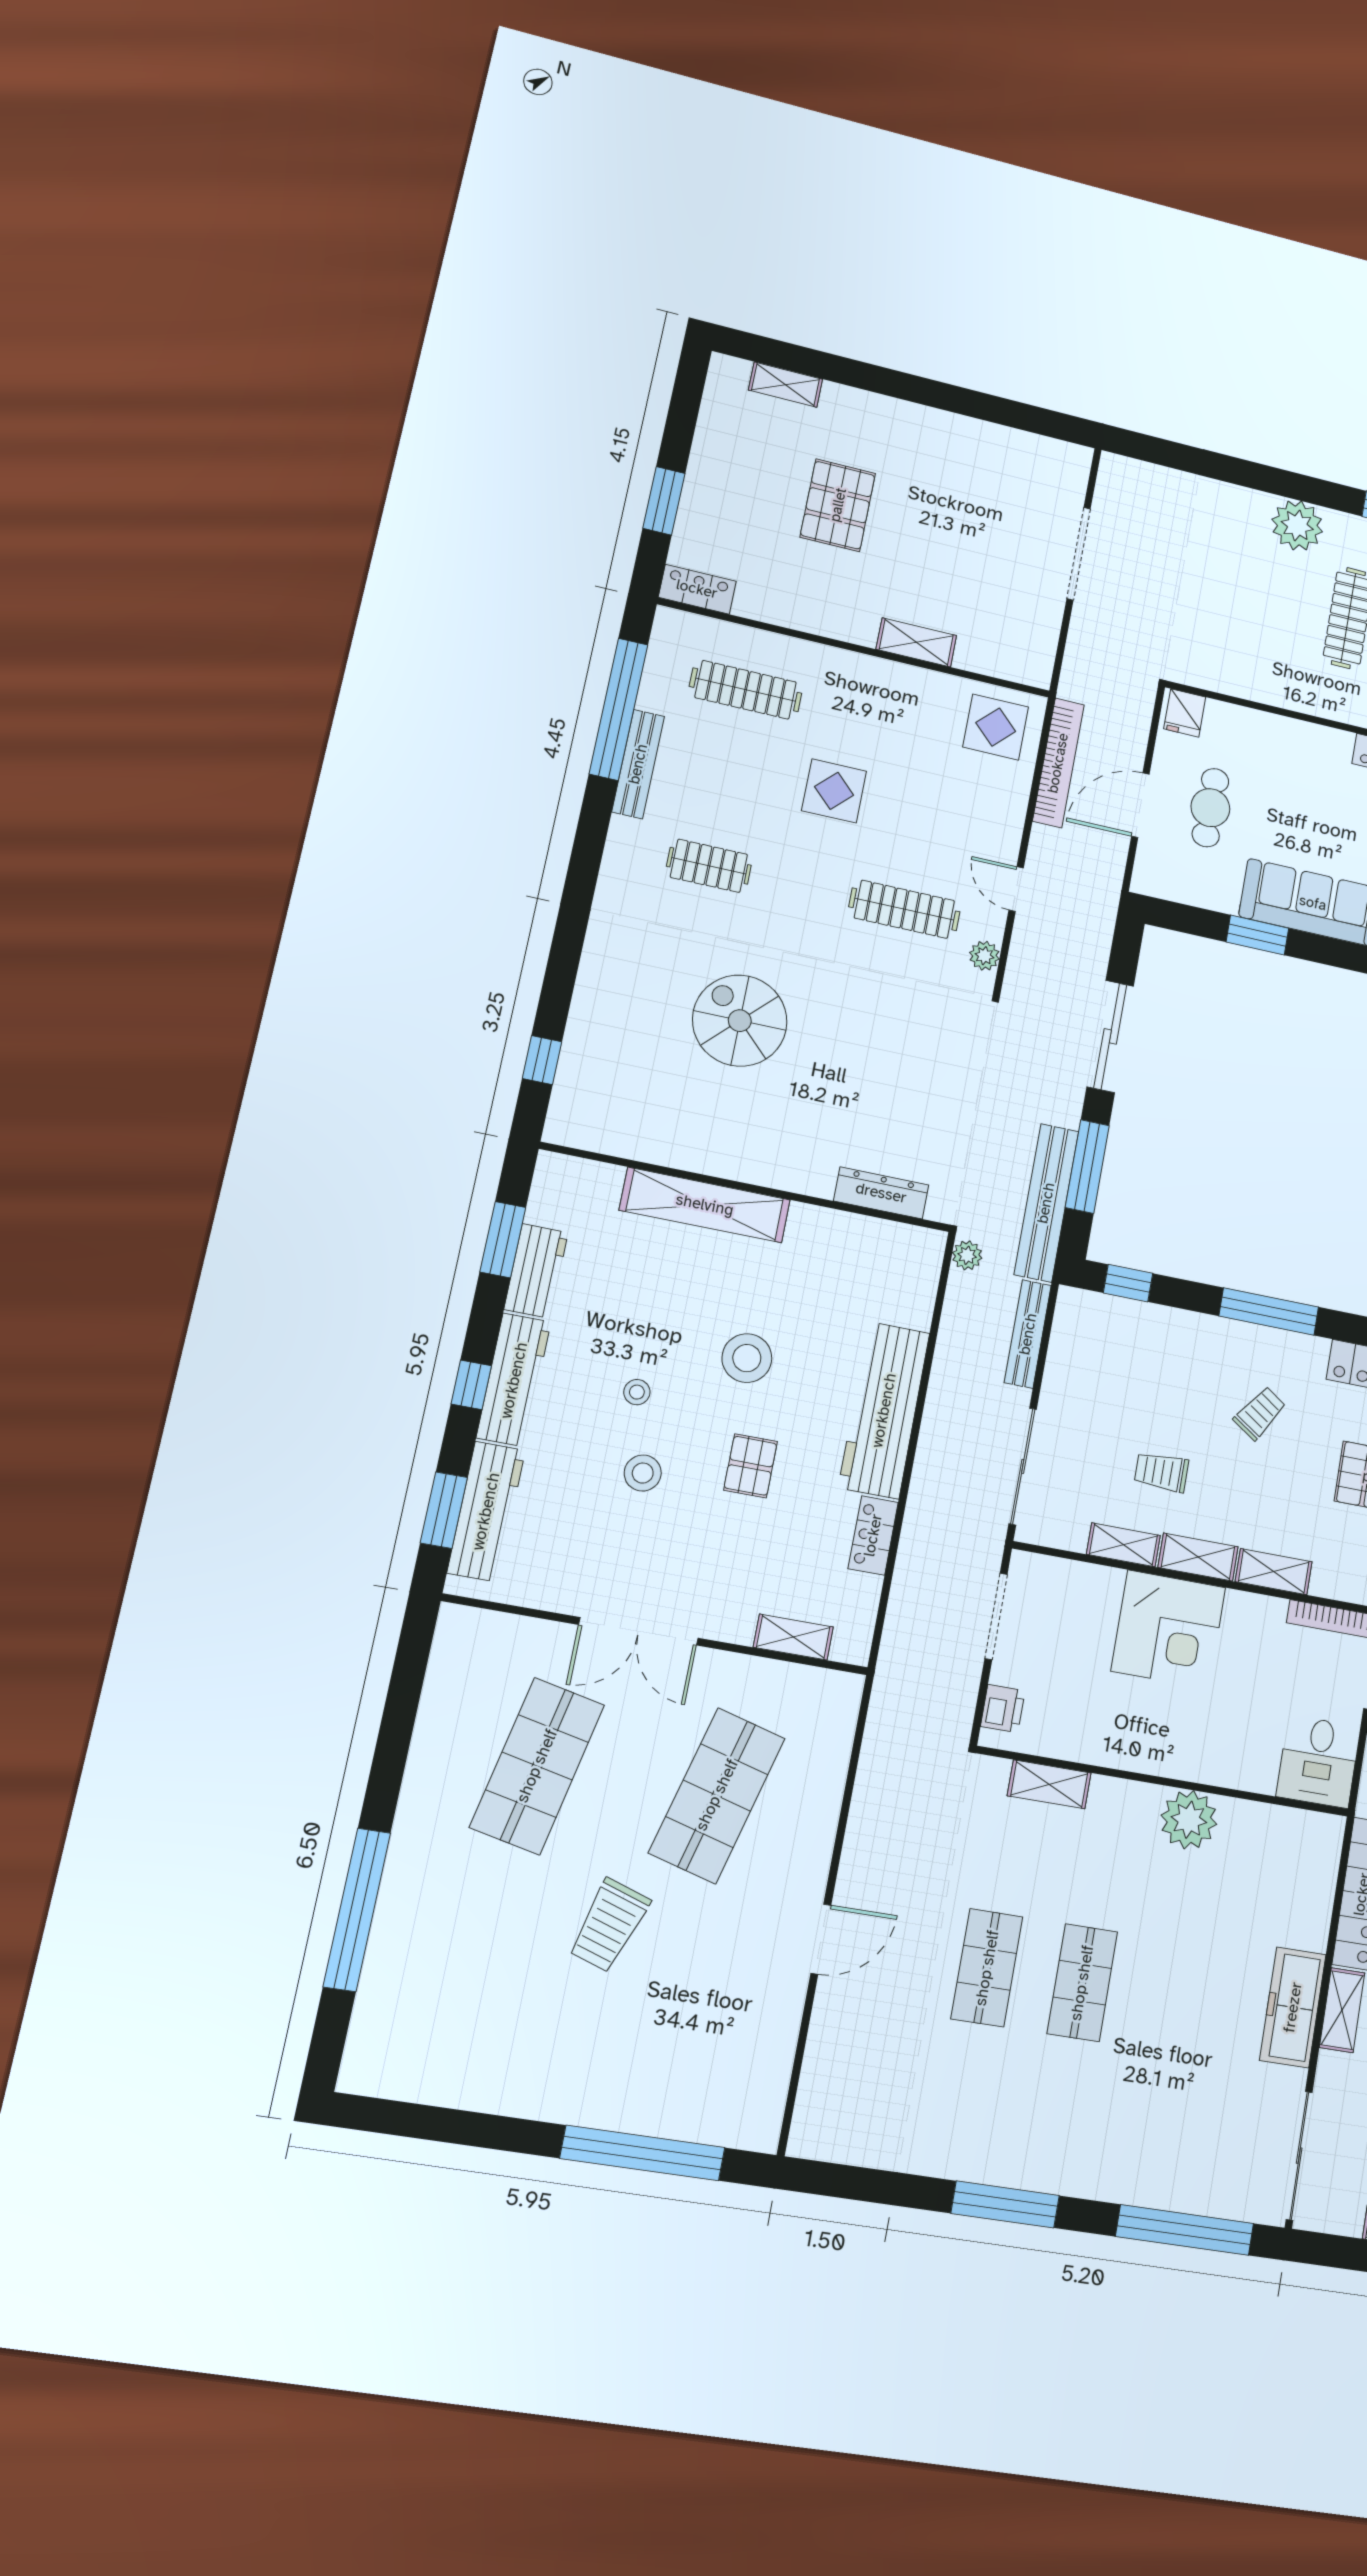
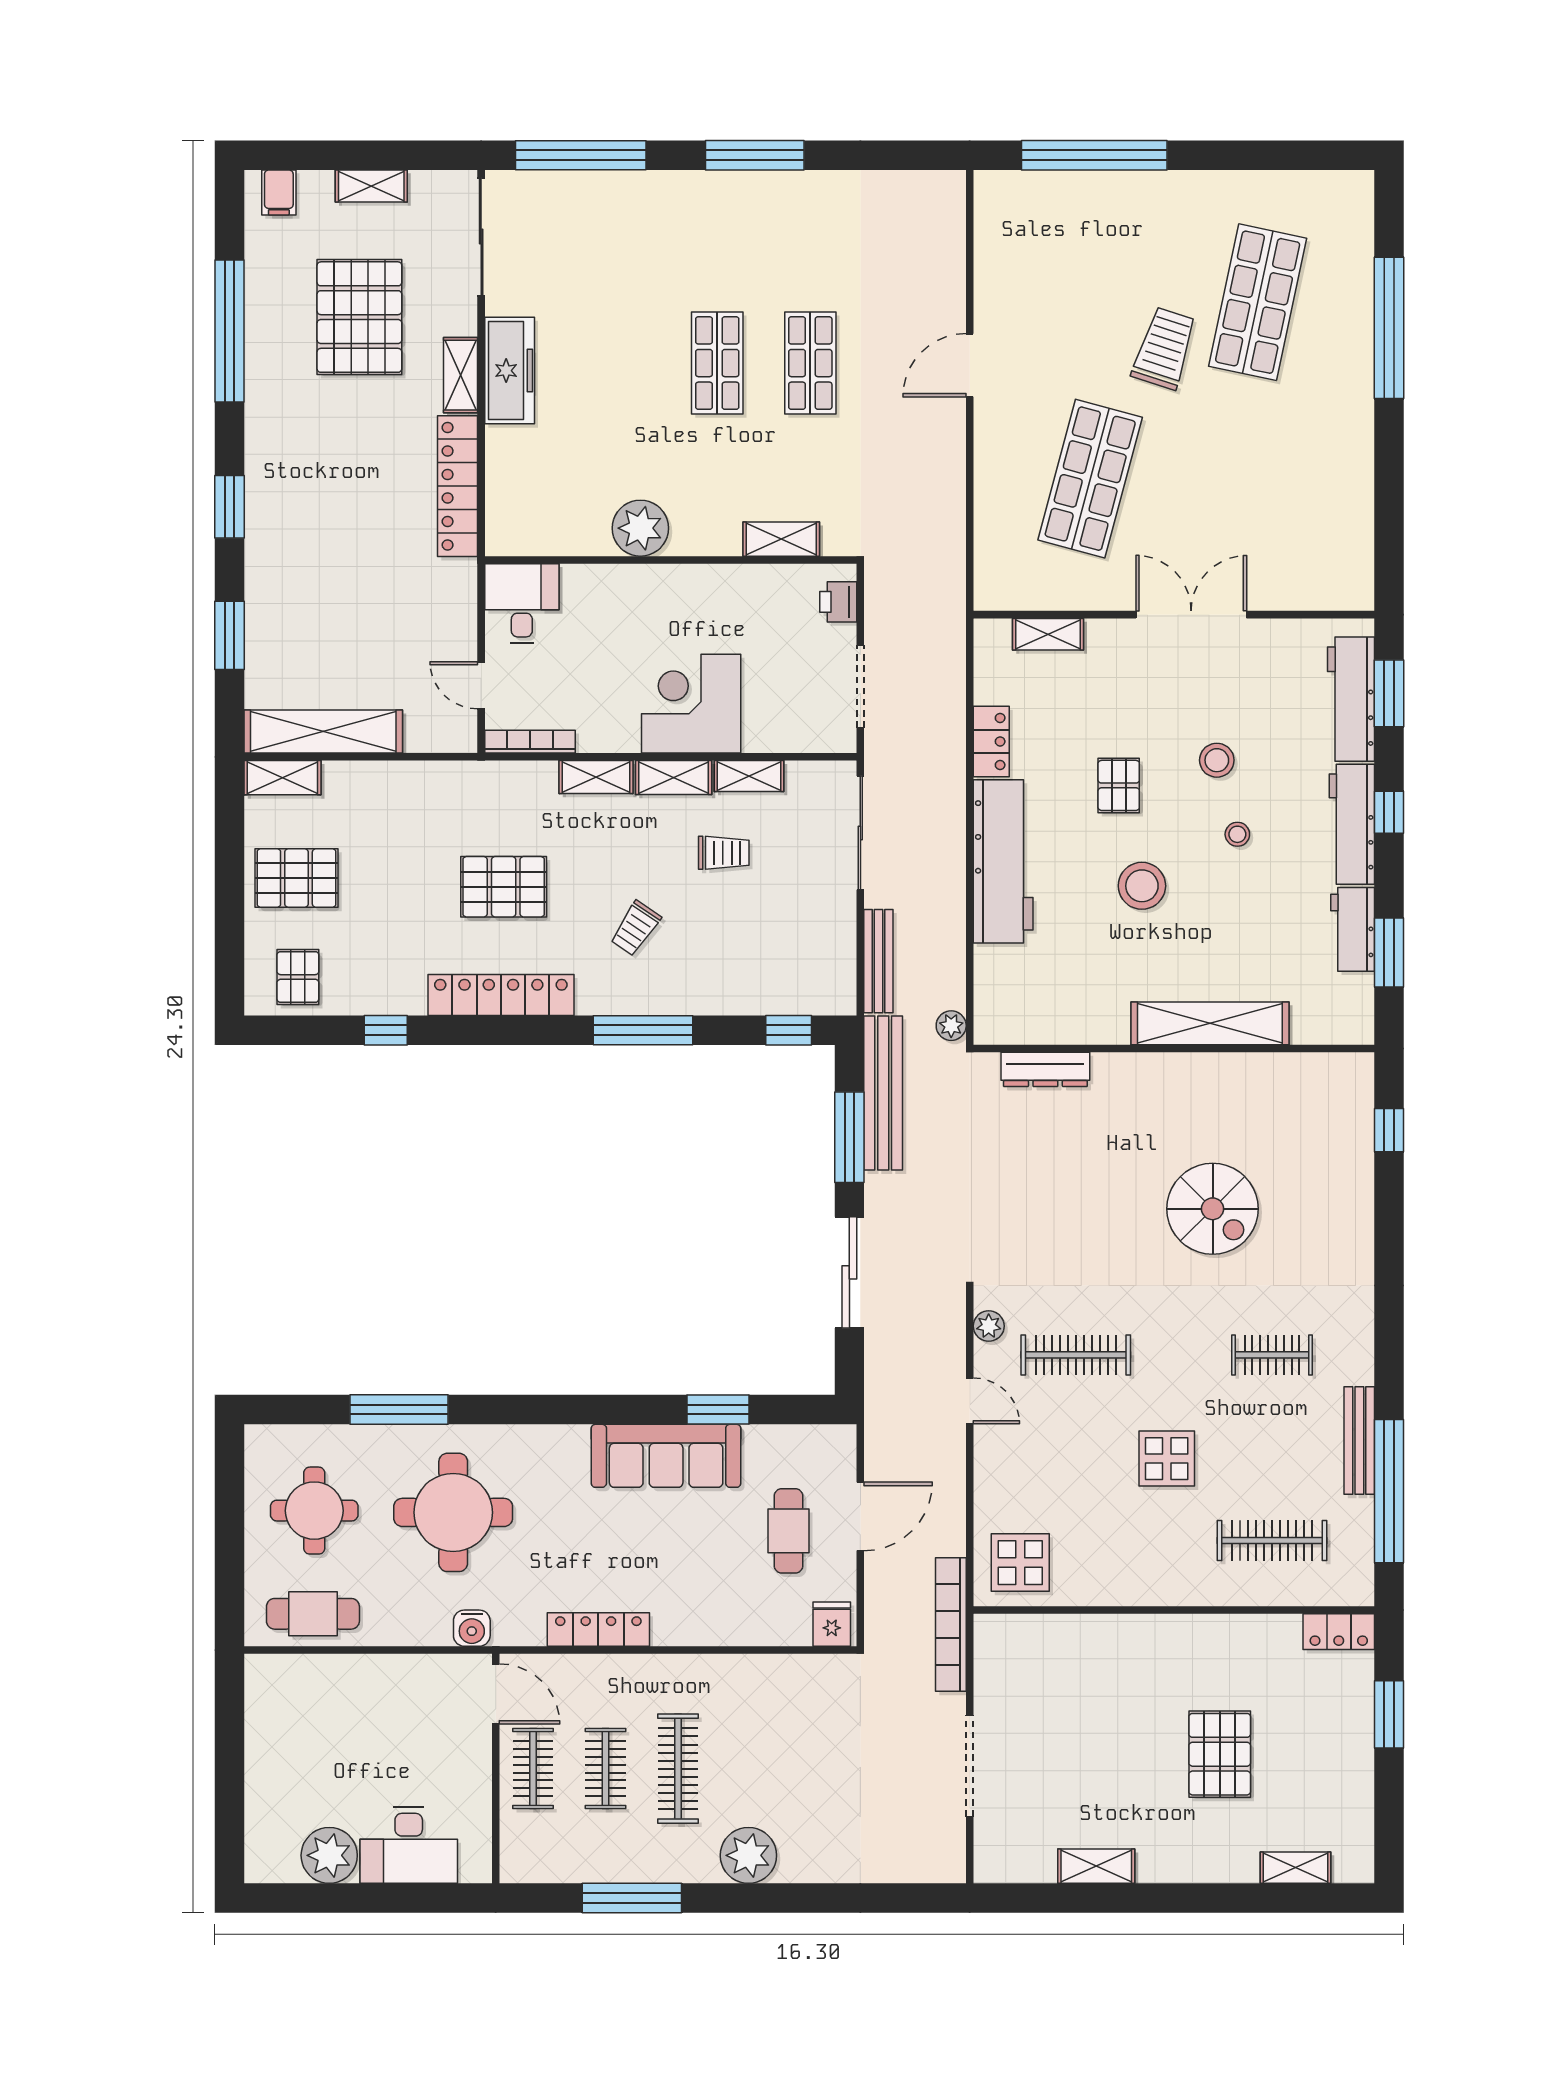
shelving: (916, 642) -> (1096, 1866), moved
bookcase: (1058, 763) -> (951, 1624), moved
shop shelf: (537, 1766) -> (1258, 302), moved

